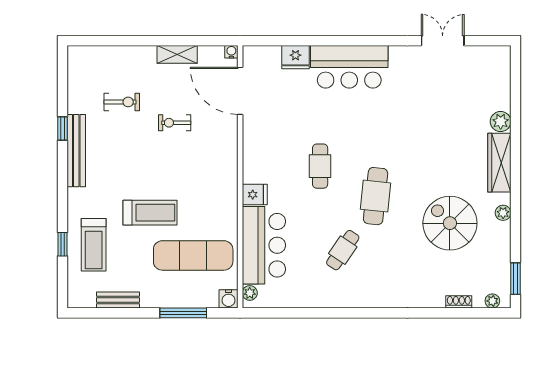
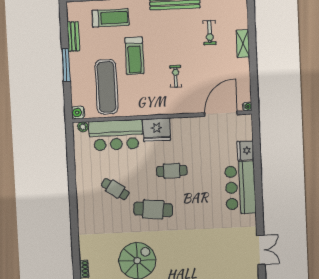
shelving: (177, 54) -> (243, 44), moved
exercise bike: (175, 123) -> (176, 76), moved
fridge: (255, 195) -> (157, 130), width x1.88, depth x1.34
treadmill: (94, 245) -> (110, 18), turned 180
window: (183, 313) -> (66, 65), moved

